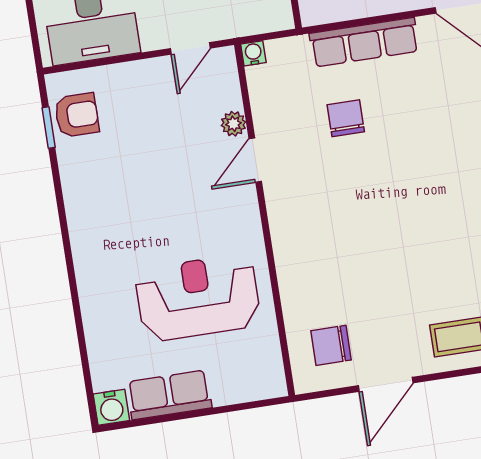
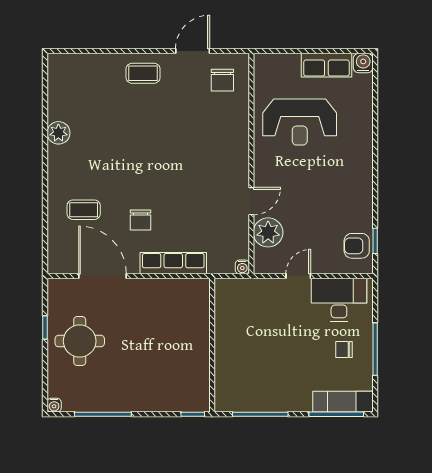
door: (190, 48) -> (298, 276), moved
chair: (346, 118) -> (140, 220), moved
plant: (233, 124) -> (268, 232), width x1.87, depth x1.87
chair: (331, 345) -> (222, 80), turned 90

